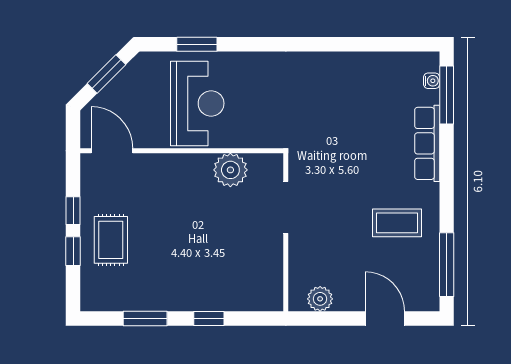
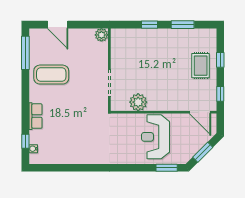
window: (197, 44) -> (167, 168), moved
window: (447, 95) -> (25, 141), width x0.46
row of seats: (427, 143) -> (36, 116), width x0.68
window: (73, 211) -> (220, 94), moved
coffee table: (397, 223) -> (51, 75), width x1.36, depth x1.32
plant: (320, 299) -> (101, 35), moved

